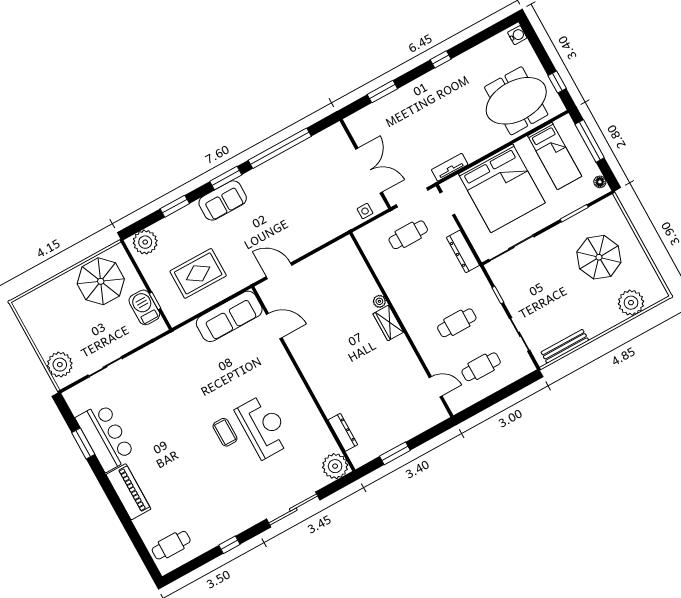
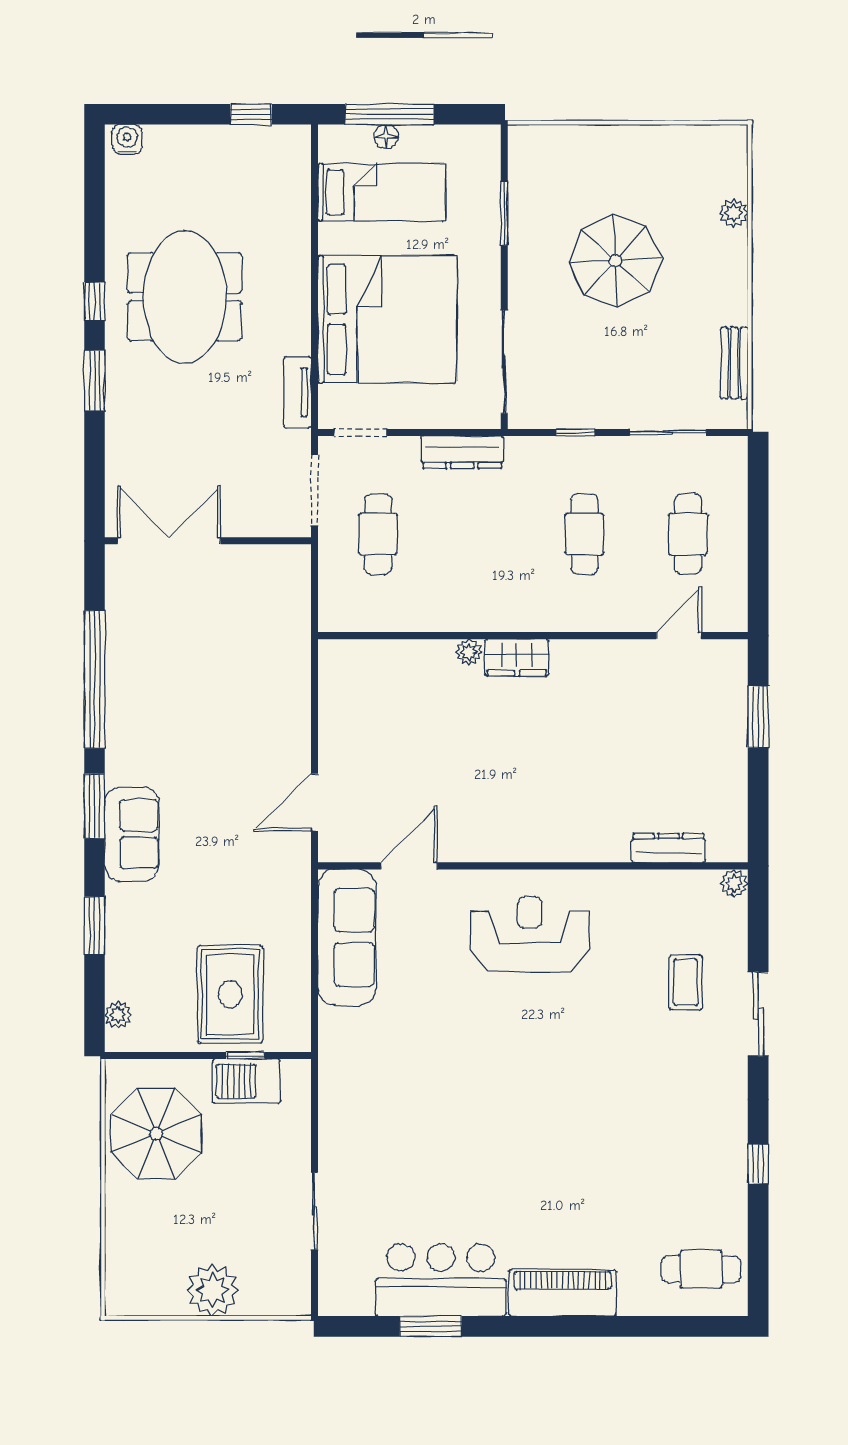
window: (382, 92) -> (94, 380), moved
meeting table: (516, 101) -> (185, 297), moved
double door: (369, 170) -> (169, 541), moved
floor lamp: (600, 182) -> (386, 137), moved
side table: (365, 211) -> (292, 588), removed
plant: (145, 242) -> (118, 1015), width x0.53, depth x0.53
parasol: (599, 257) -> (615, 261), moved
rug: (198, 273) -> (230, 994), moved
plant: (631, 303) -> (734, 213), width x0.53, depth x0.53
bench: (565, 346) -> (734, 363), width x0.73
plant: (60, 365) -> (213, 1290), moved
reception desk: (264, 427) -> (530, 934), moved
coffee table: (225, 432) -> (686, 983), moved, turned 90
window: (395, 453) -> (758, 717), moved
plant: (335, 466) -> (734, 883), width x0.53, depth x0.53
sliding door: (293, 509) -> (758, 1014), width x0.73
cafe table: (171, 545) -> (701, 1269), turned 90

